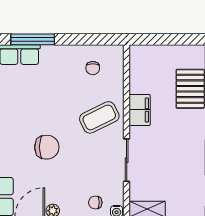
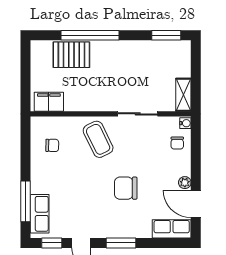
filing cabinet: (140, 110) -> (49, 102), moved
chair: (47, 147) -> (126, 188), turned -90

